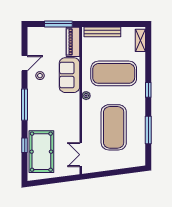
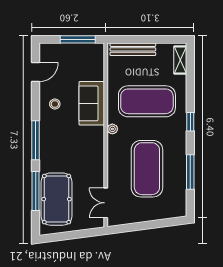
piano: (73, 42) -> (96, 62), removed
door: (25, 63) -> (36, 72), moved
window: (25, 145) -> (36, 191), width x2.17

